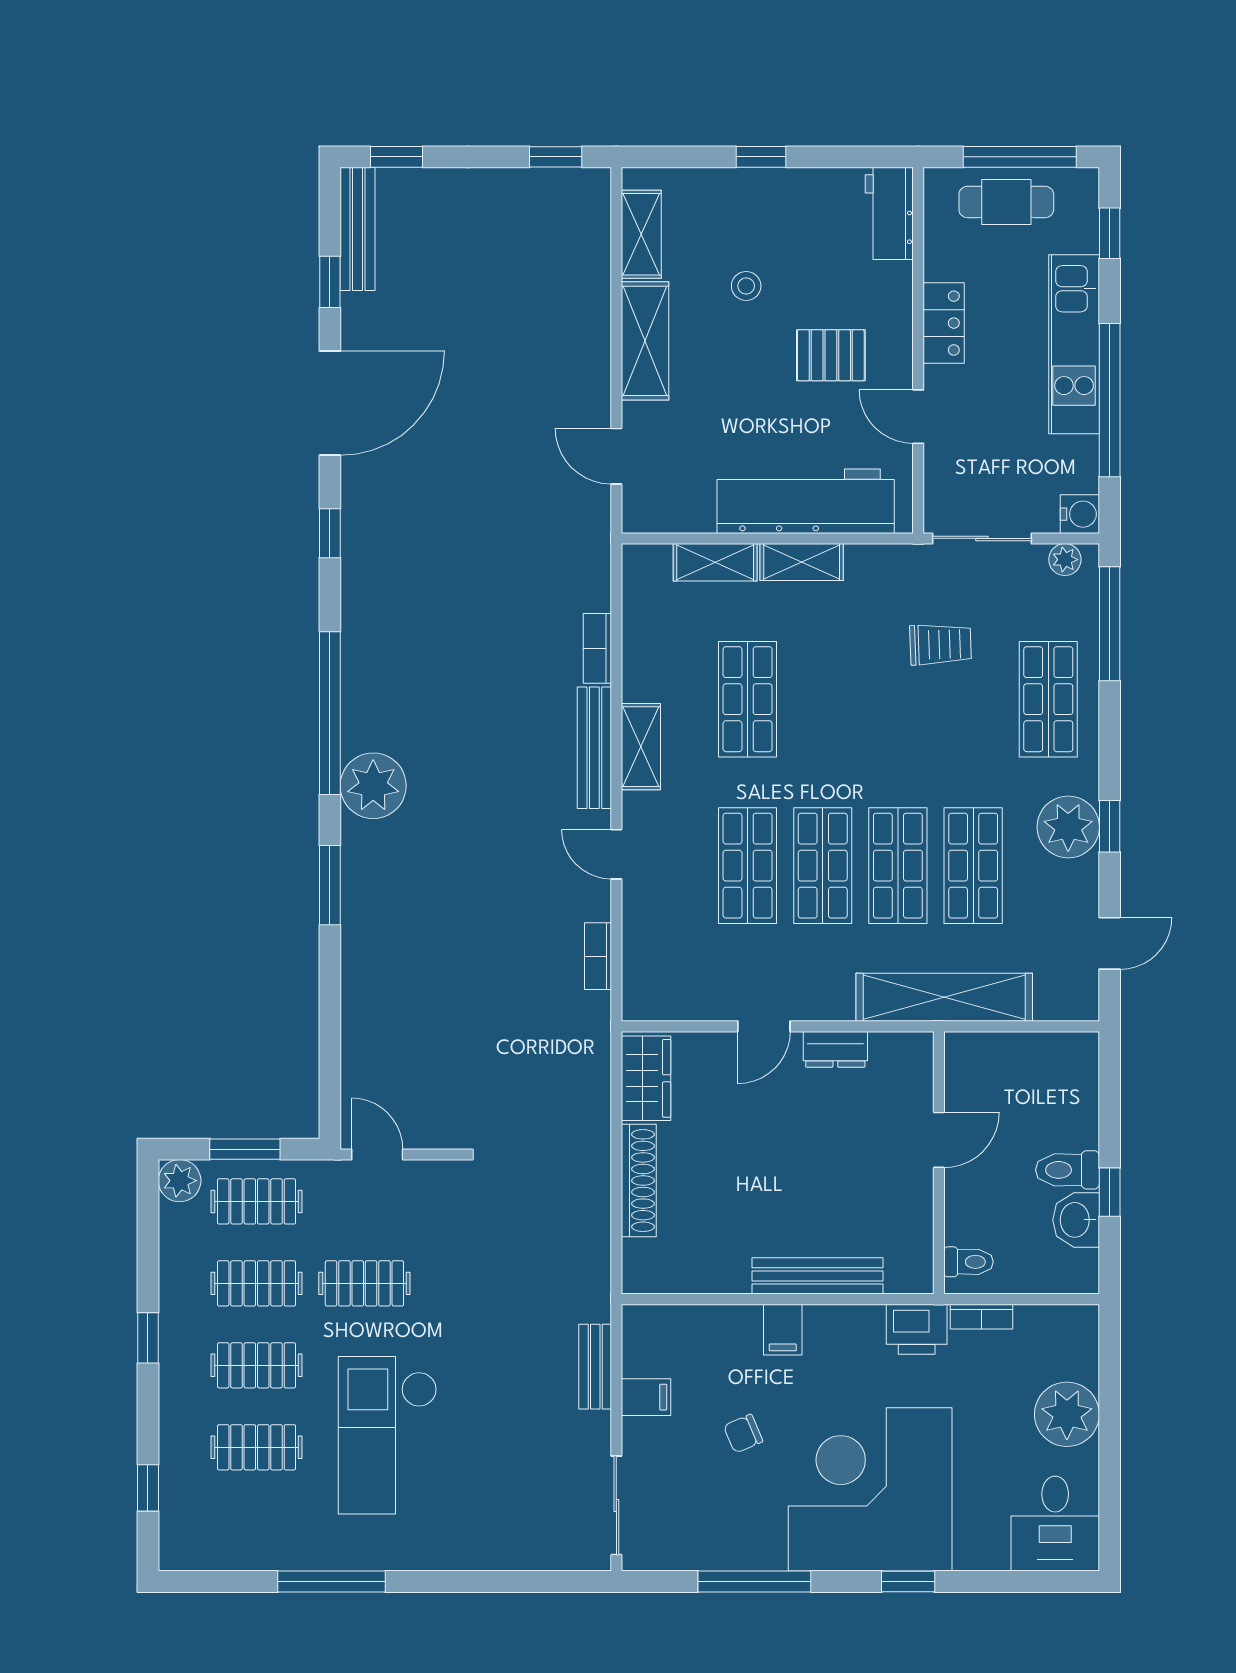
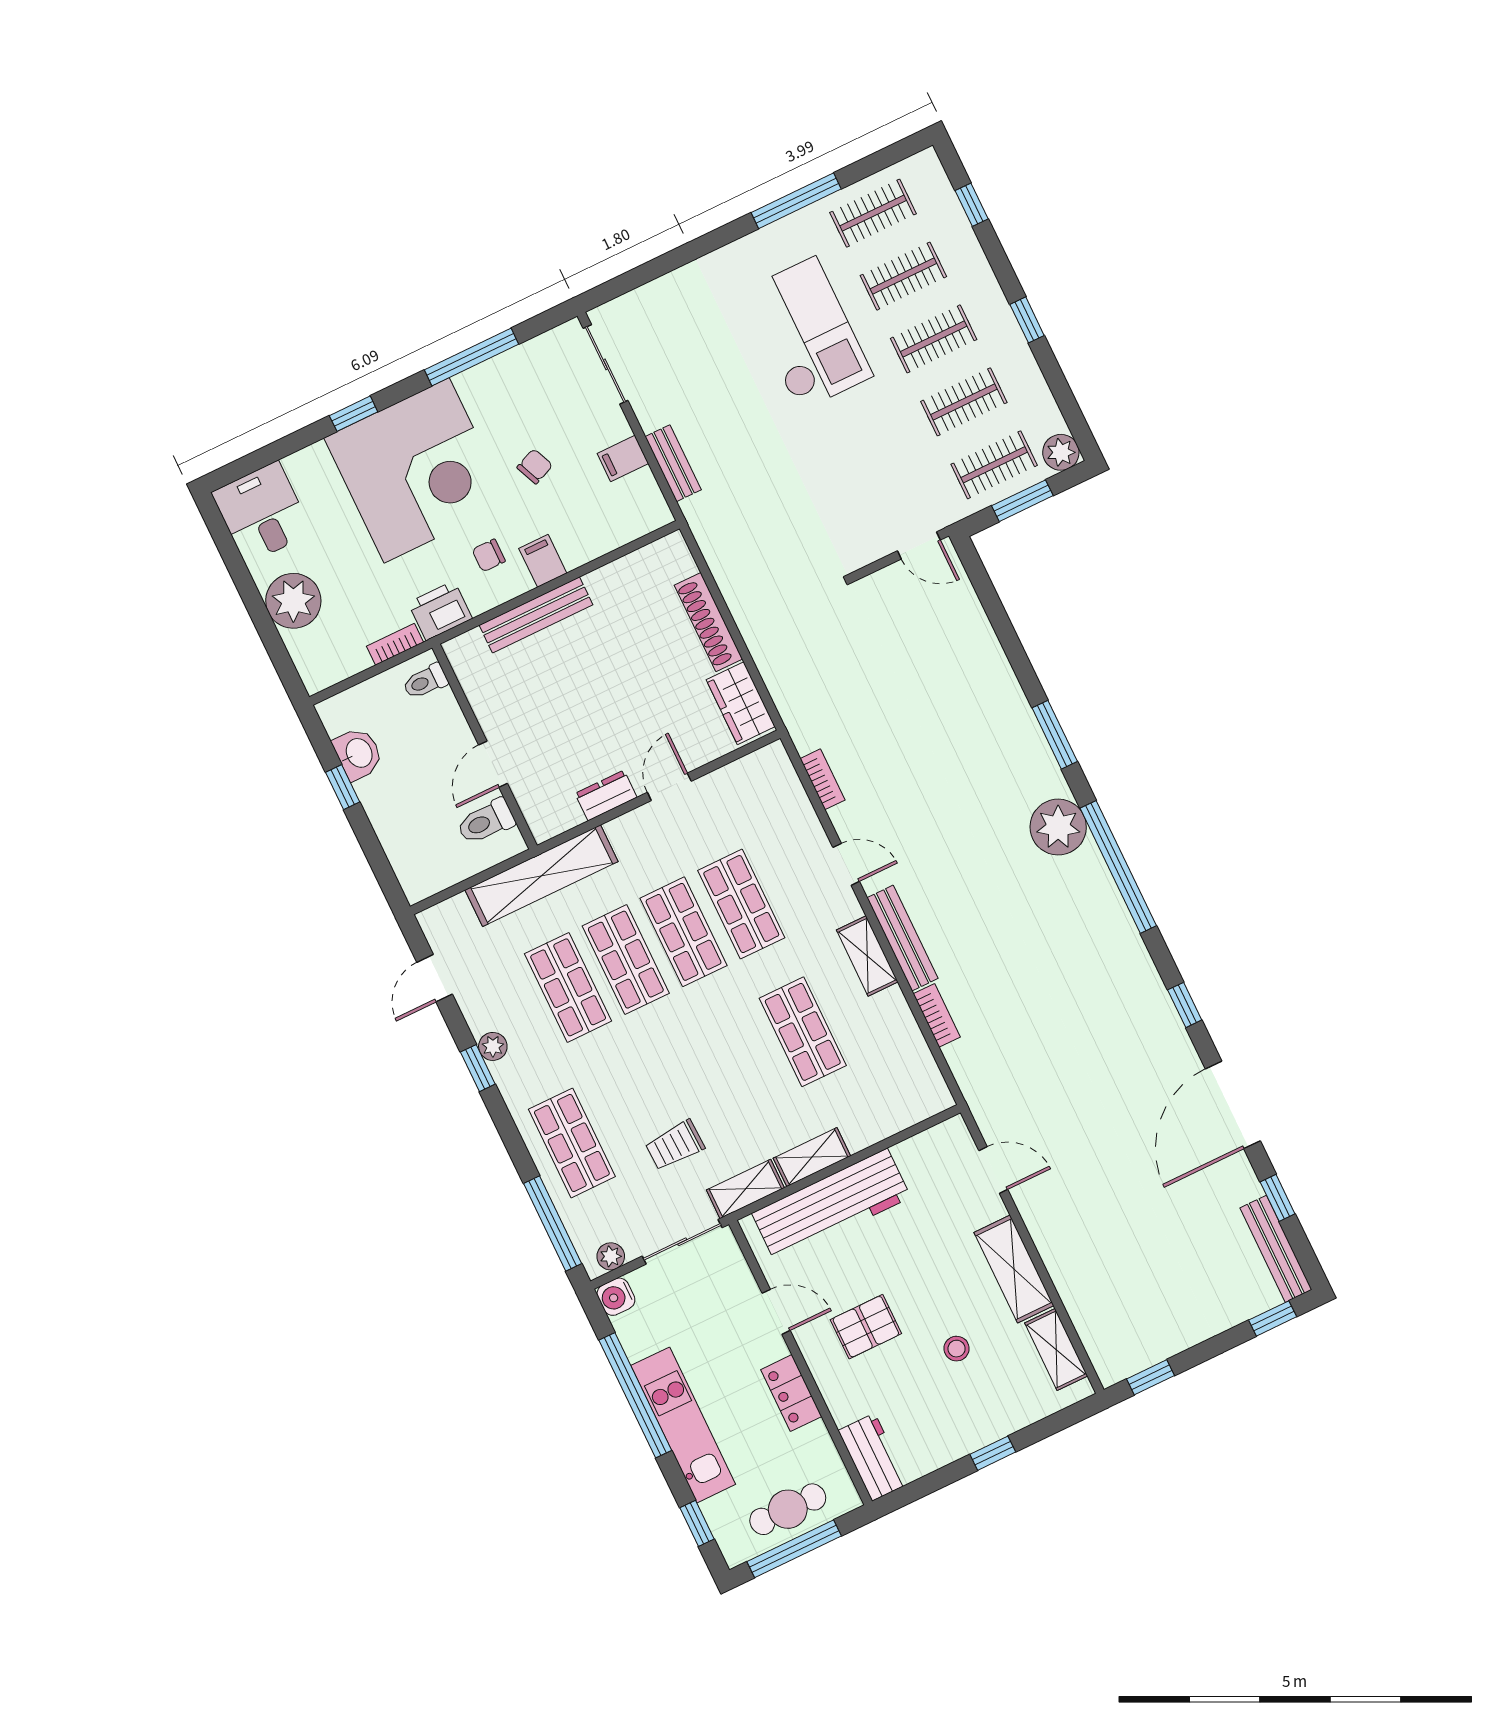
shelving: (715, 562) -> (745, 1189), moved
plant: (1068, 827) -> (493, 1046), width x0.53, depth x0.53
toilet: (1067, 1170) -> (486, 822), moved, turned 180
clothes rail: (364, 1283) -> (873, 213), moved
chair: (837, 1363) -> (489, 555), added

